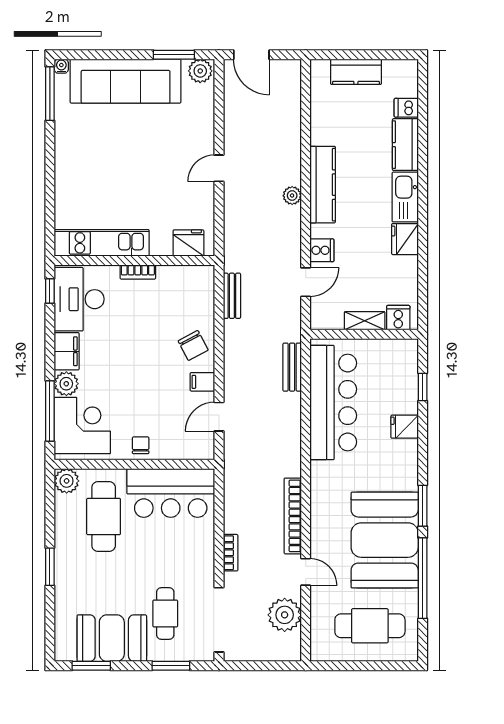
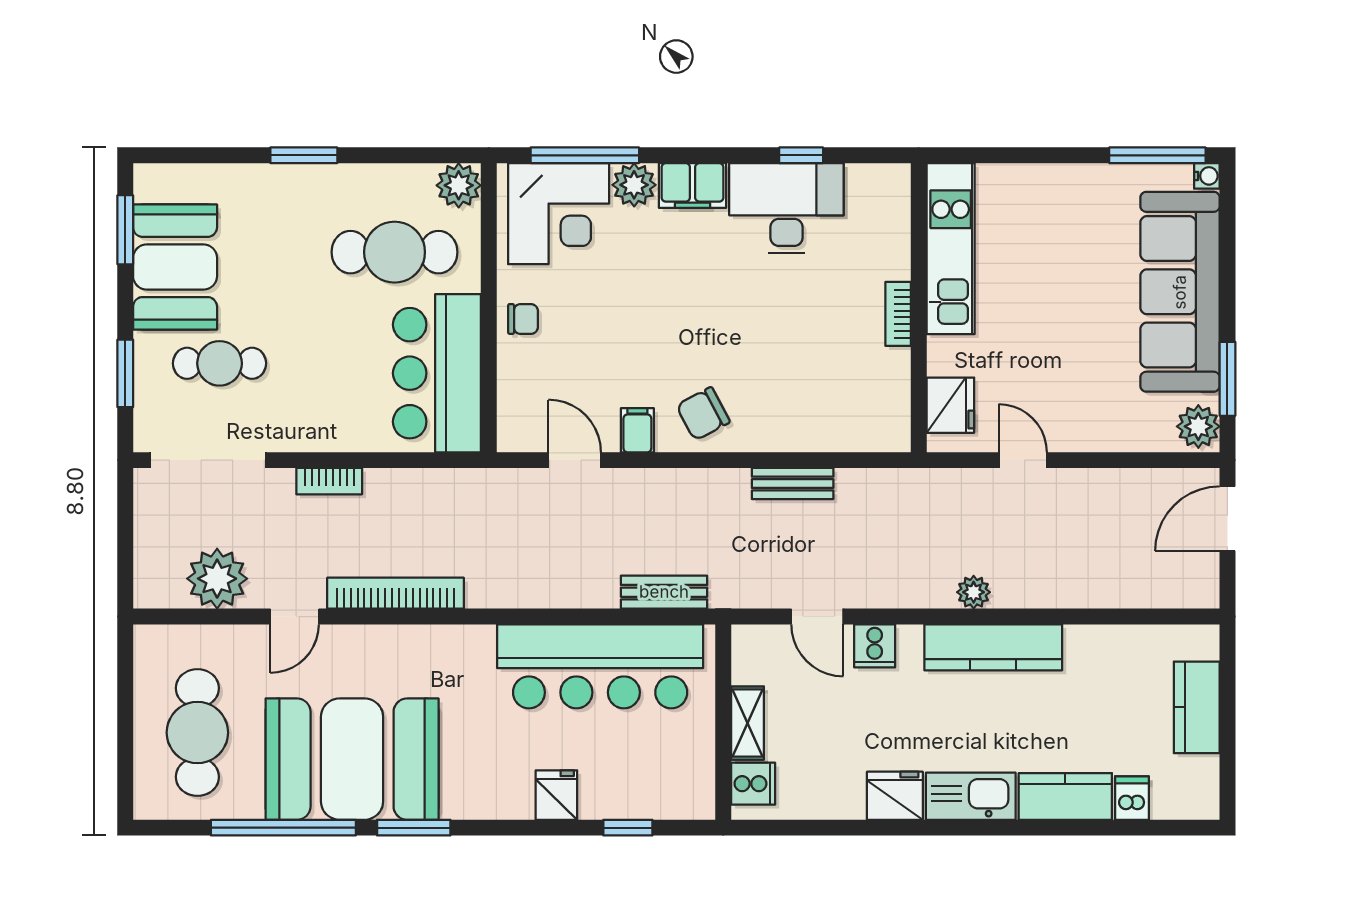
kitchen unit: (102, 243) -> (951, 249), moved
fridge: (188, 243) -> (950, 405), moved
wall: (134, 261) -> (919, 308), moved
bookcase: (138, 272) -> (898, 314), moved

